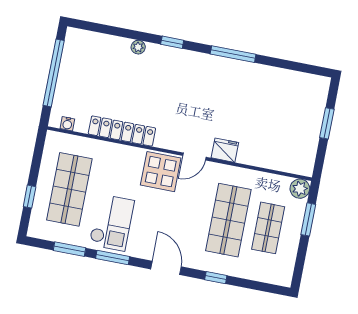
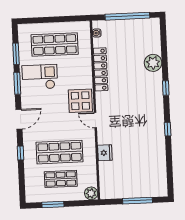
plant: (138, 47) -> (153, 63), width x1.88, depth x1.88
window: (233, 54) -> (168, 129), width x0.46
window: (327, 123) -> (138, 201), width x1.44
fridge: (225, 150) -> (105, 153), moved
window: (30, 197) -> (44, 20), removed
window: (308, 219) -> (53, 204), moved
checkout: (112, 223) -> (40, 77), turned 180

